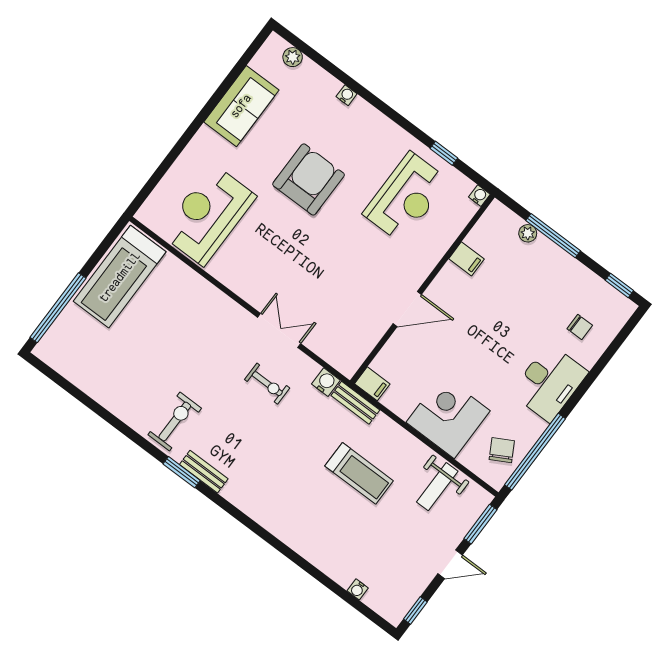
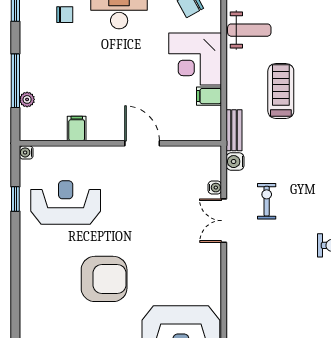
water cooler: (347, 95) -> (215, 188), moved, turned 180
armchair: (309, 179) -> (104, 279), turned 180
chair: (580, 327) -> (65, 15), turned 90
filing cabinet: (372, 384) -> (209, 96), moved, turned -90

